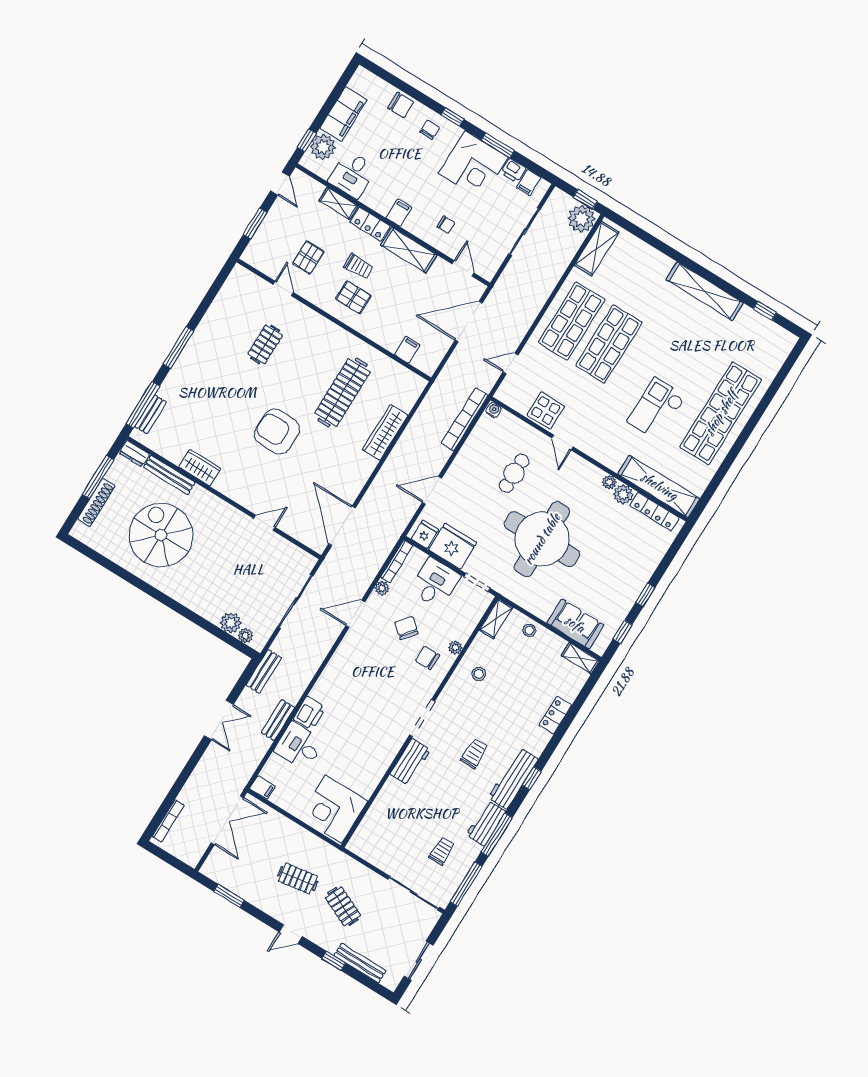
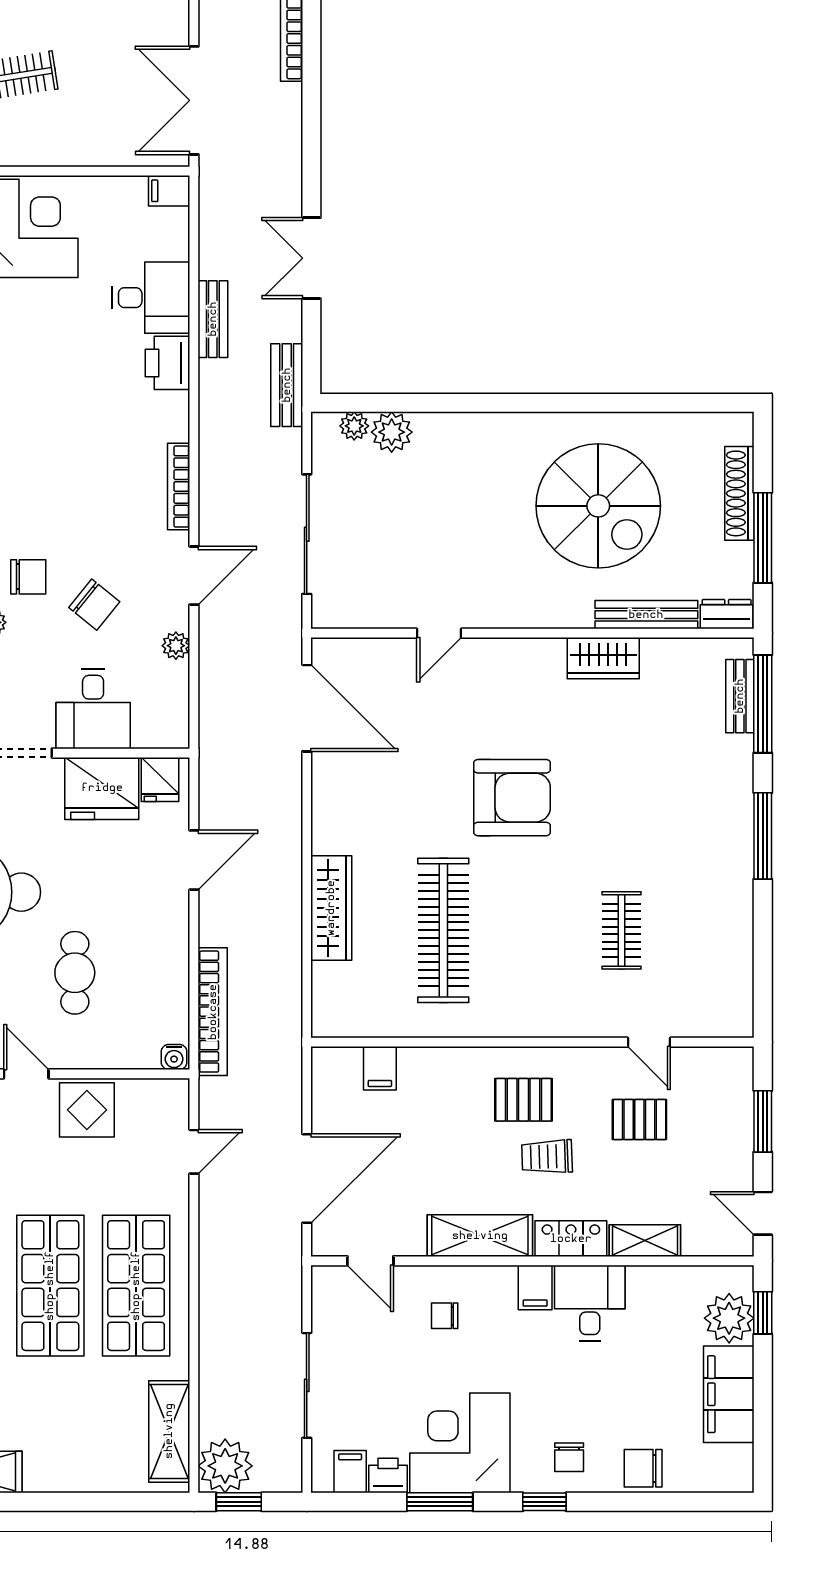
desk: (352, 174) -> (590, 1303), moved
pallet: (308, 258) -> (639, 1120), turned 90
bookcase: (397, 561) -> (179, 486), moved

